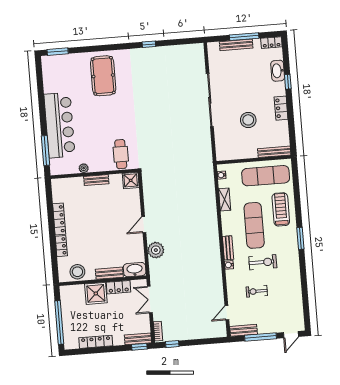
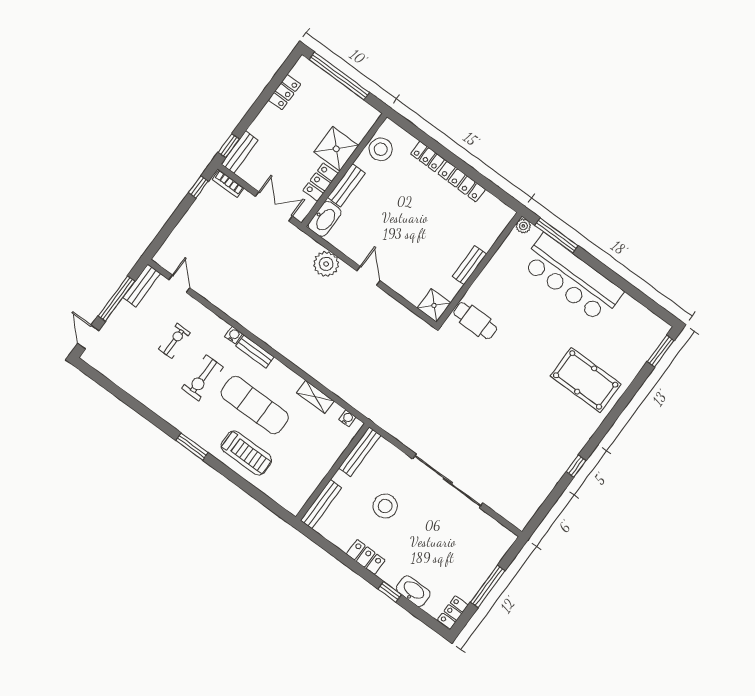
bench: (236, 45) -> (360, 452), moved
plant: (84, 168) -> (523, 226), moved
exercise mat: (266, 176) -> (302, 470), removed
locker: (96, 342) -> (284, 92), width x0.66

